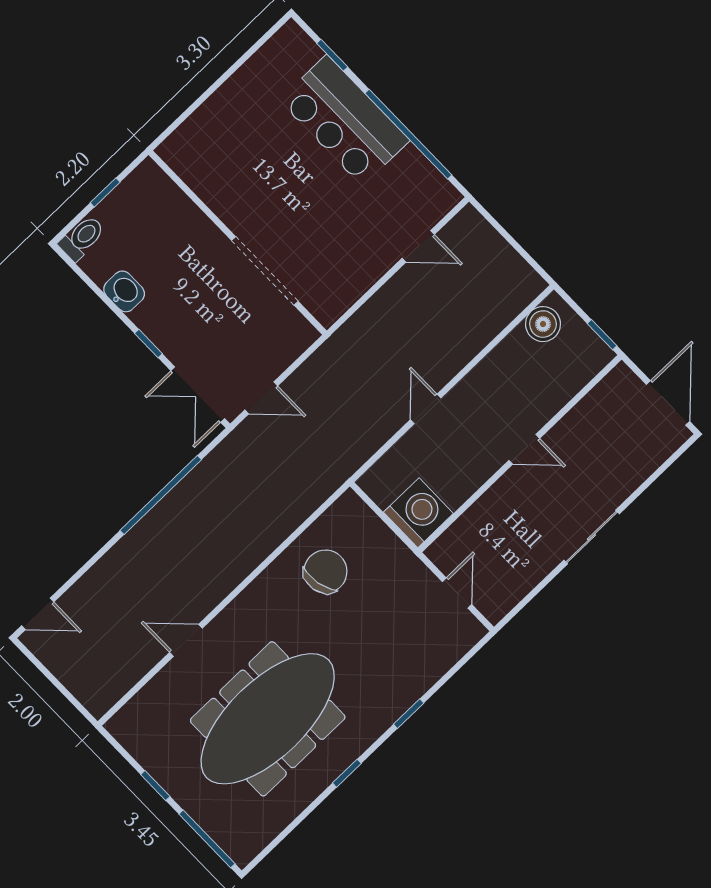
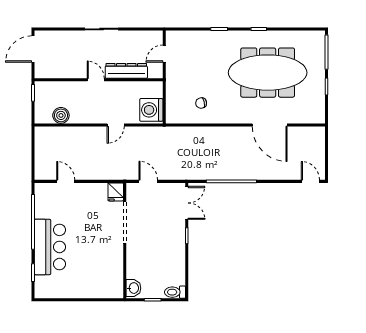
washbasin: (124, 291) -> (133, 288), moved, turned 180
fridge: (325, 305) -> (116, 192), added
boiler: (543, 324) -> (61, 115), moved
door: (261, 398) -> (148, 181), moved
dresser: (490, 509) -> (126, 71), added
washing machine: (418, 513) -> (151, 110), moved
chair: (325, 571) -> (201, 103), width x0.54, depth x0.54
door: (186, 640) -> (270, 125), width x1.87

